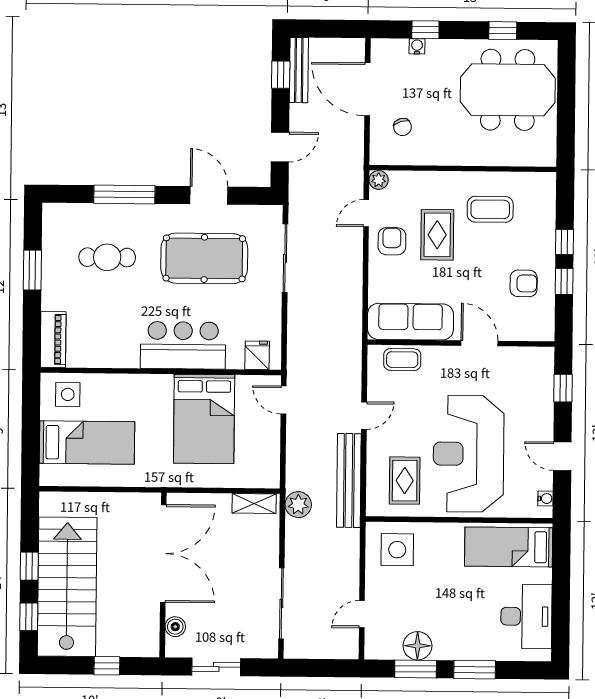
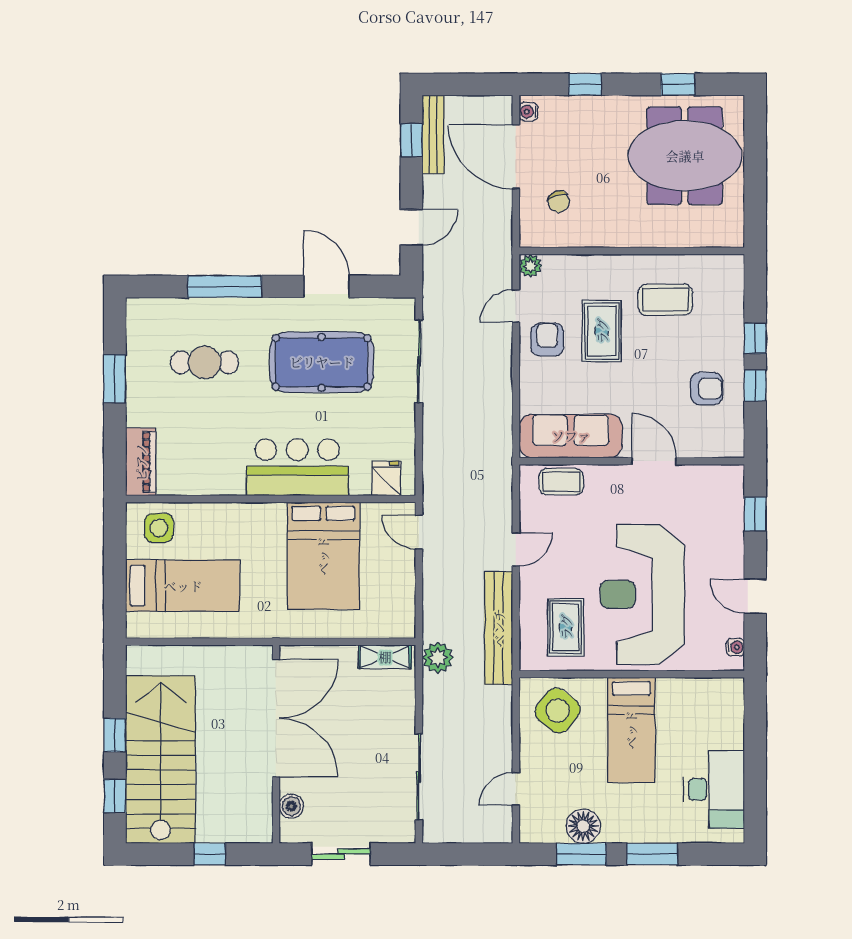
water cooler: (417, 46) -> (528, 112), moved, turned -90
bed: (509, 547) -> (631, 730), moved, turned -90
side table: (397, 550) -> (558, 711), turned 38

